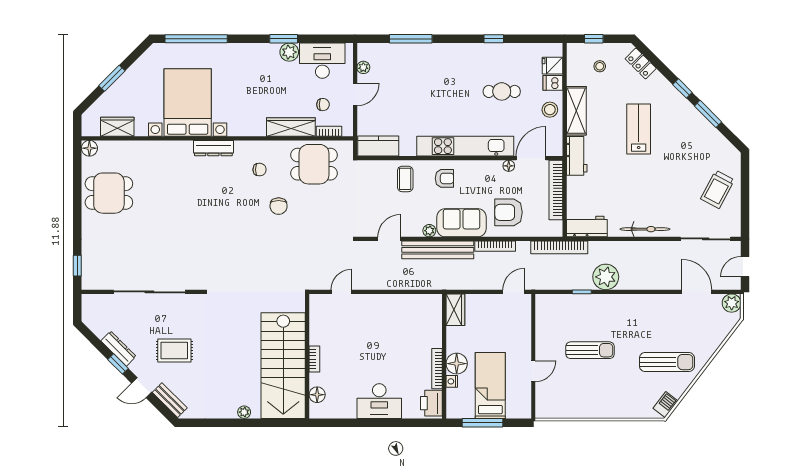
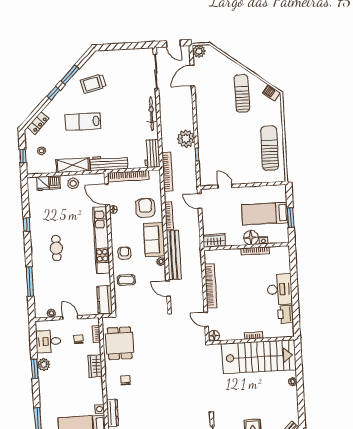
desk: (322, 61) -> (48, 341), width x0.73
cafe table: (502, 91) -> (56, 248), moved
wardrobe: (291, 127) -> (95, 366), width x0.67
workbench: (577, 156) -> (109, 163), width x1.38
trolley: (717, 189) -> (93, 84), moved, turned 138
chair: (279, 206) -> (150, 366), removed
armchair: (509, 212) -> (145, 208), turned 180
bookcase: (390, 301) -> (211, 286), added
sun lounger: (590, 350) -> (270, 148), moved, width x1.36, depth x1.34
door: (533, 371) -> (225, 186), moved
floor lamp: (317, 395) -> (214, 336), moved
printer: (431, 403) -> (286, 314), moved, turned 90
window: (483, 423) -> (291, 218), width x0.69

